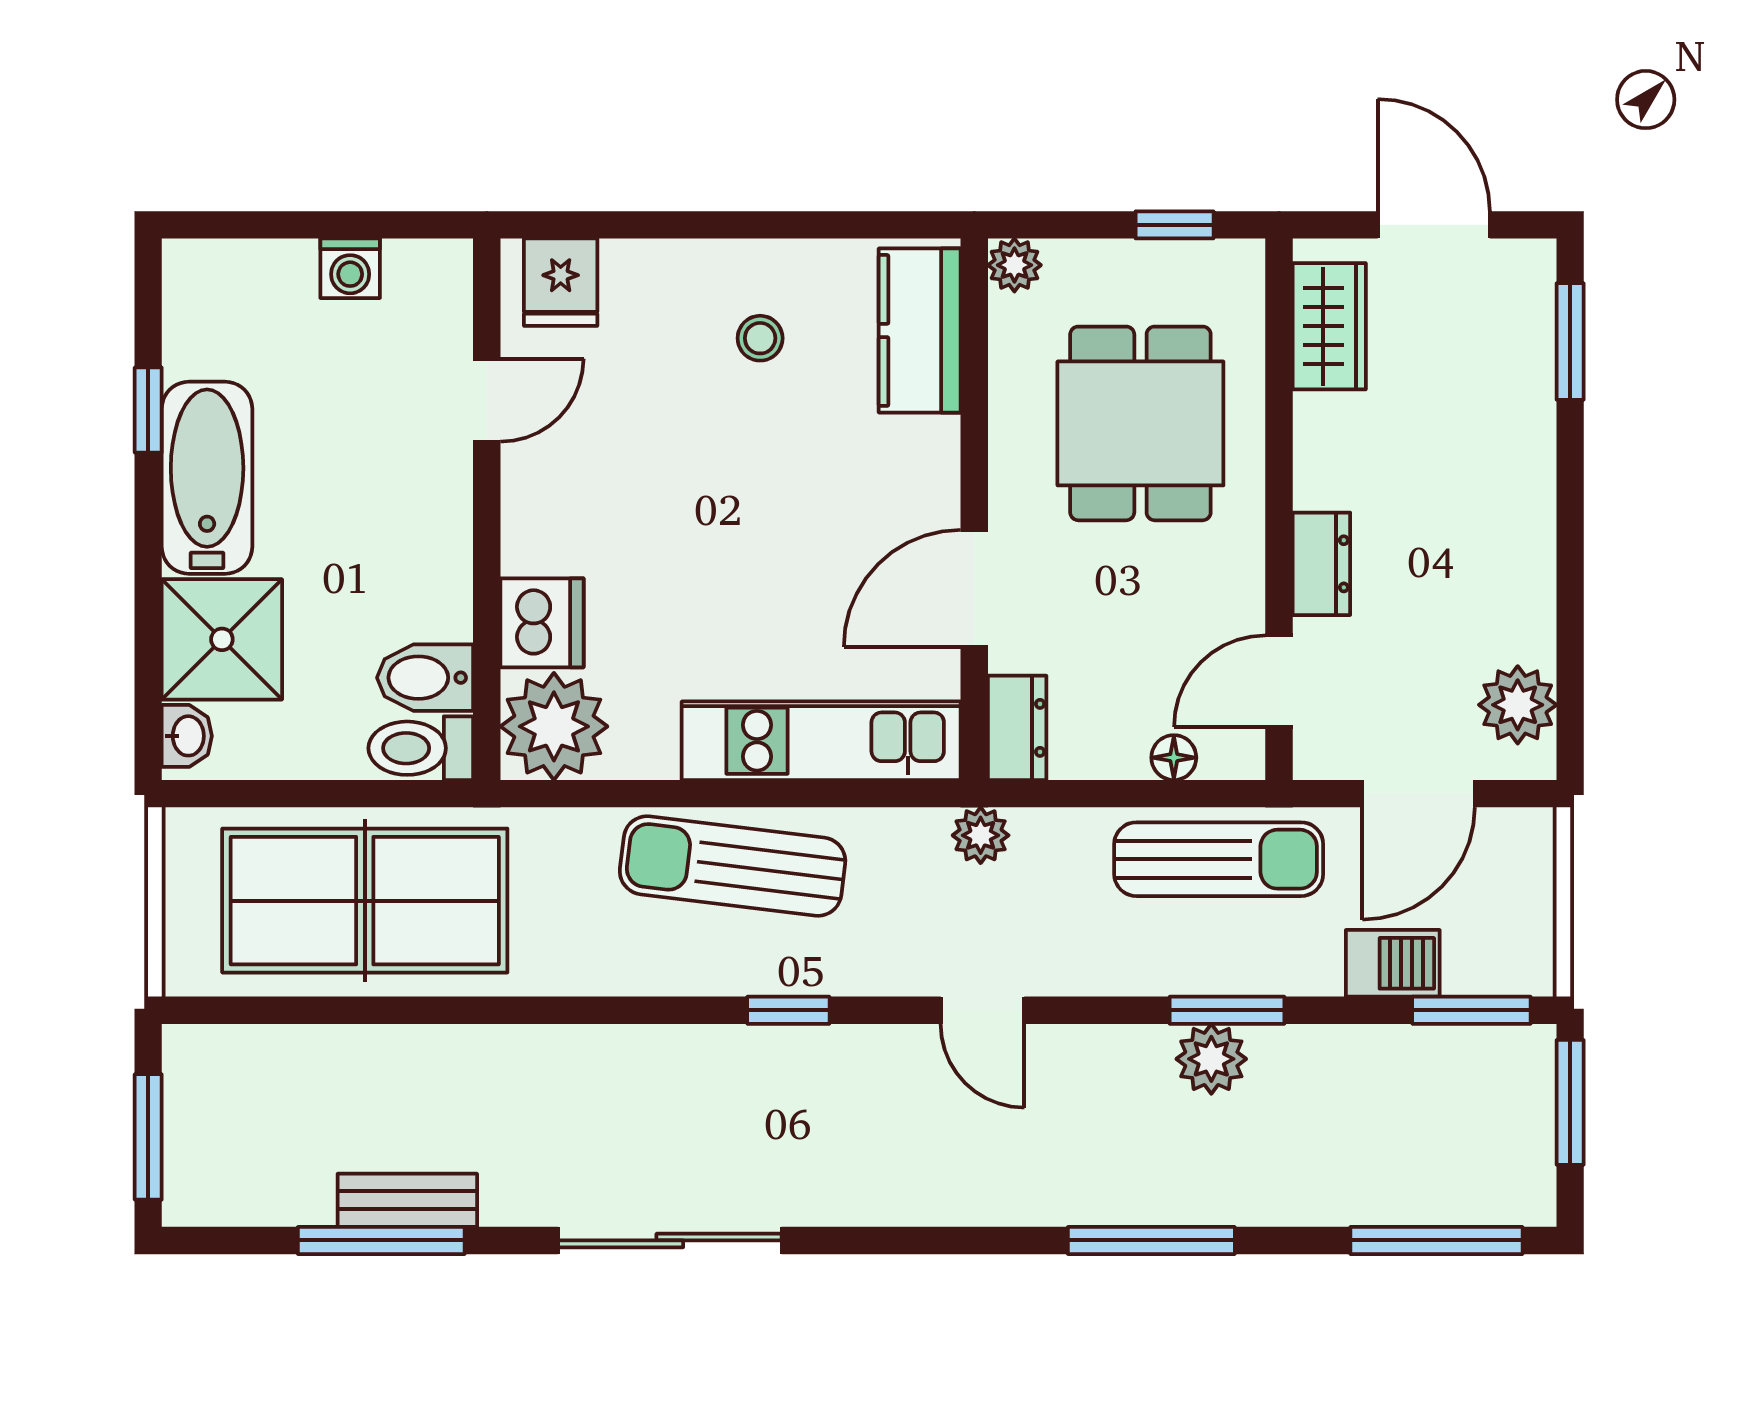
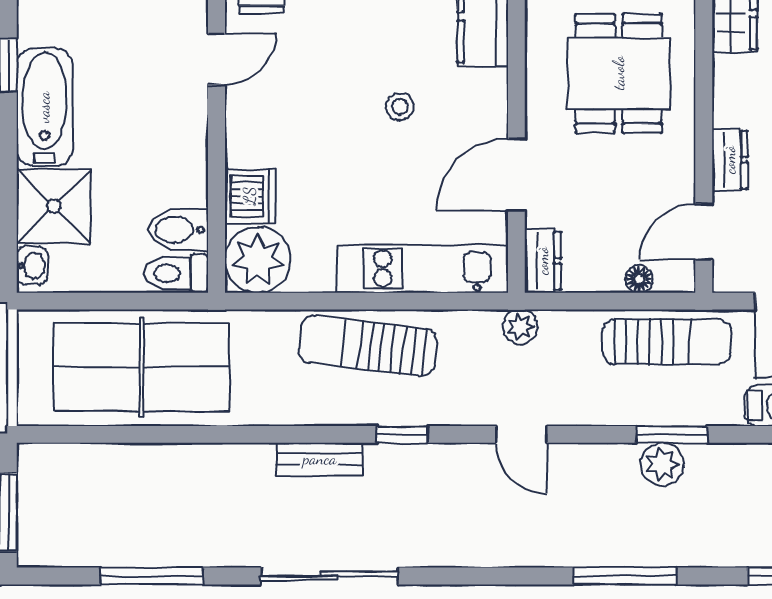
stool: (760, 338) -> (400, 107), moved
bench: (407, 1200) -> (320, 459), moved

